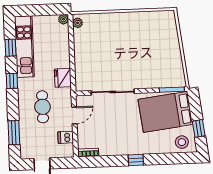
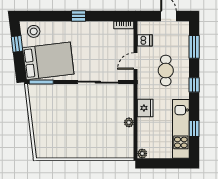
plant: (78, 23) -> (129, 122), moved
fridge: (63, 78) -> (145, 108), moved
window: (12, 81) -> (194, 85), moved

